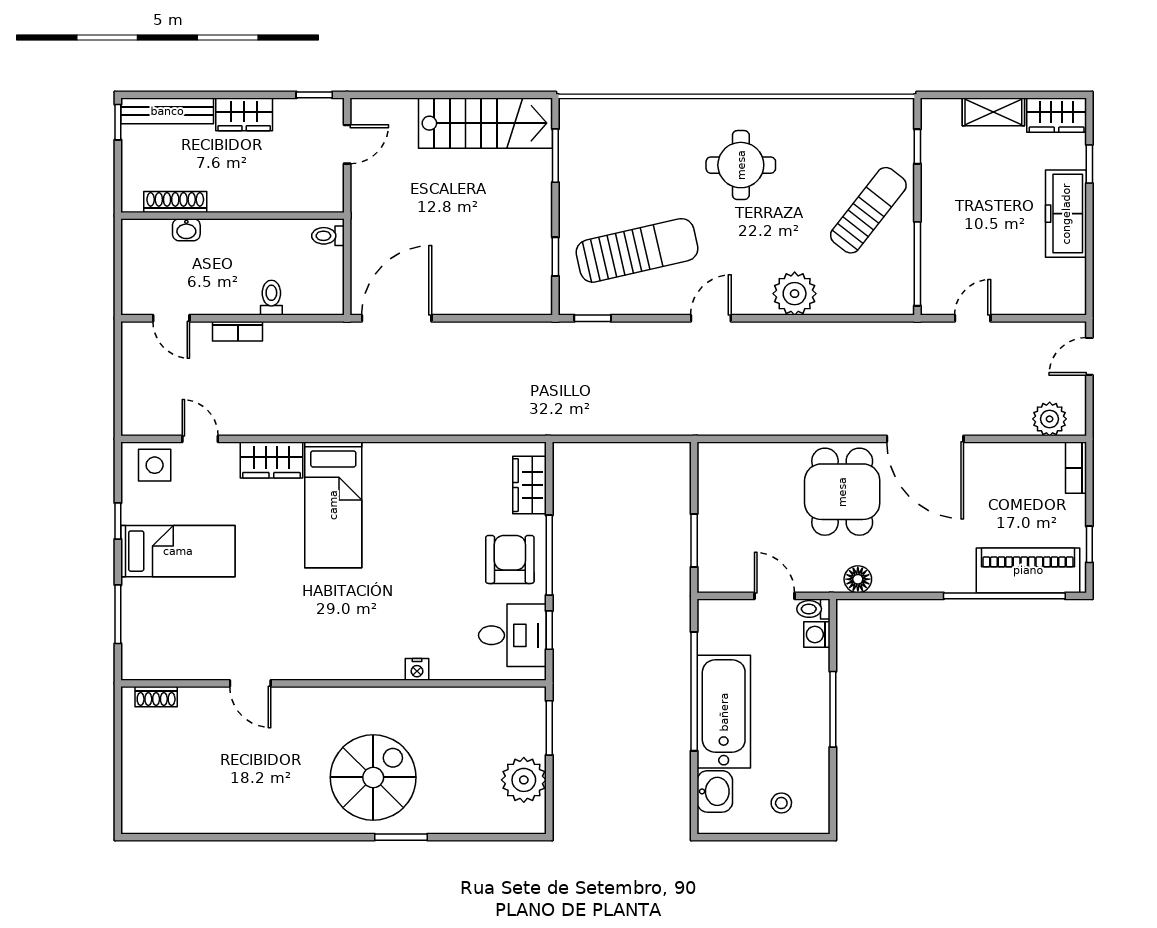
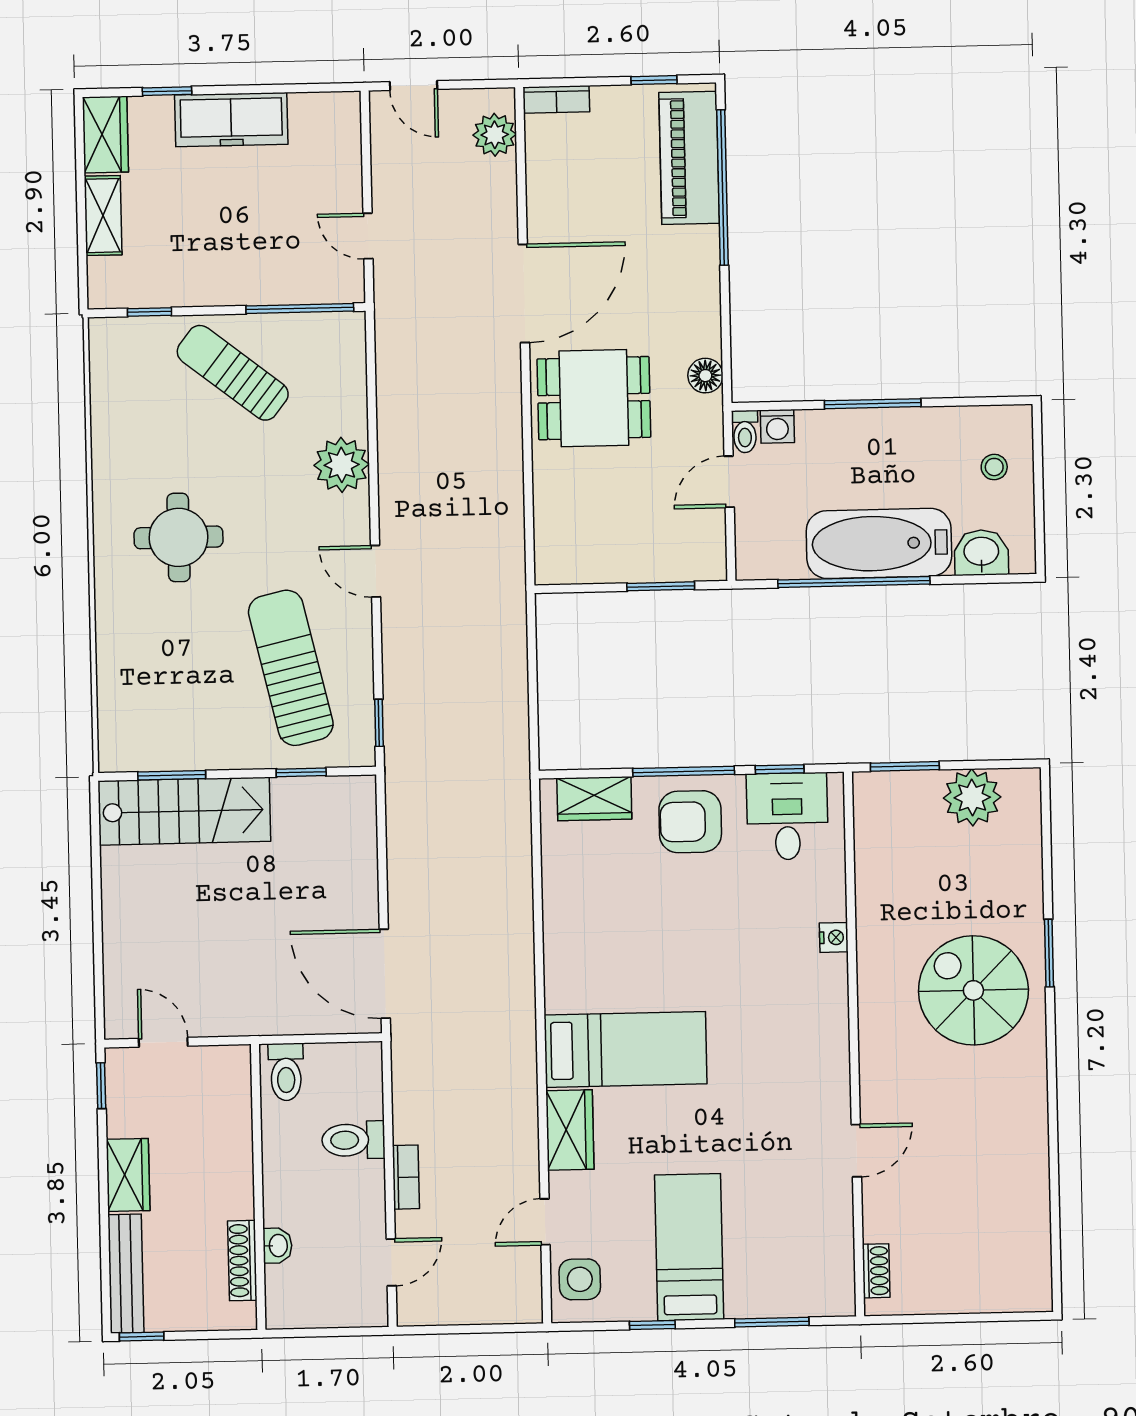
stairs: (485, 123) -> (184, 811), moved, turned 90
toilet: (328, 236) -> (286, 1072), width x1.37, depth x1.39
toilet: (271, 298) -> (353, 1140), width x1.37, depth x1.39

